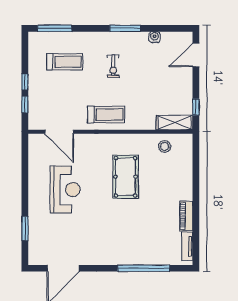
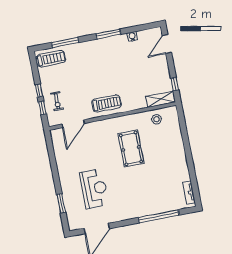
window: (55, 28) -> (65, 43), moved
treadmill: (65, 62) -> (51, 59), moved
exercise bike: (113, 66) -> (57, 101), moved
door: (59, 132) -> (73, 124), hinge flipped
reception desk: (65, 189) -> (94, 189), moved
piano: (186, 216) -> (184, 170), removed

